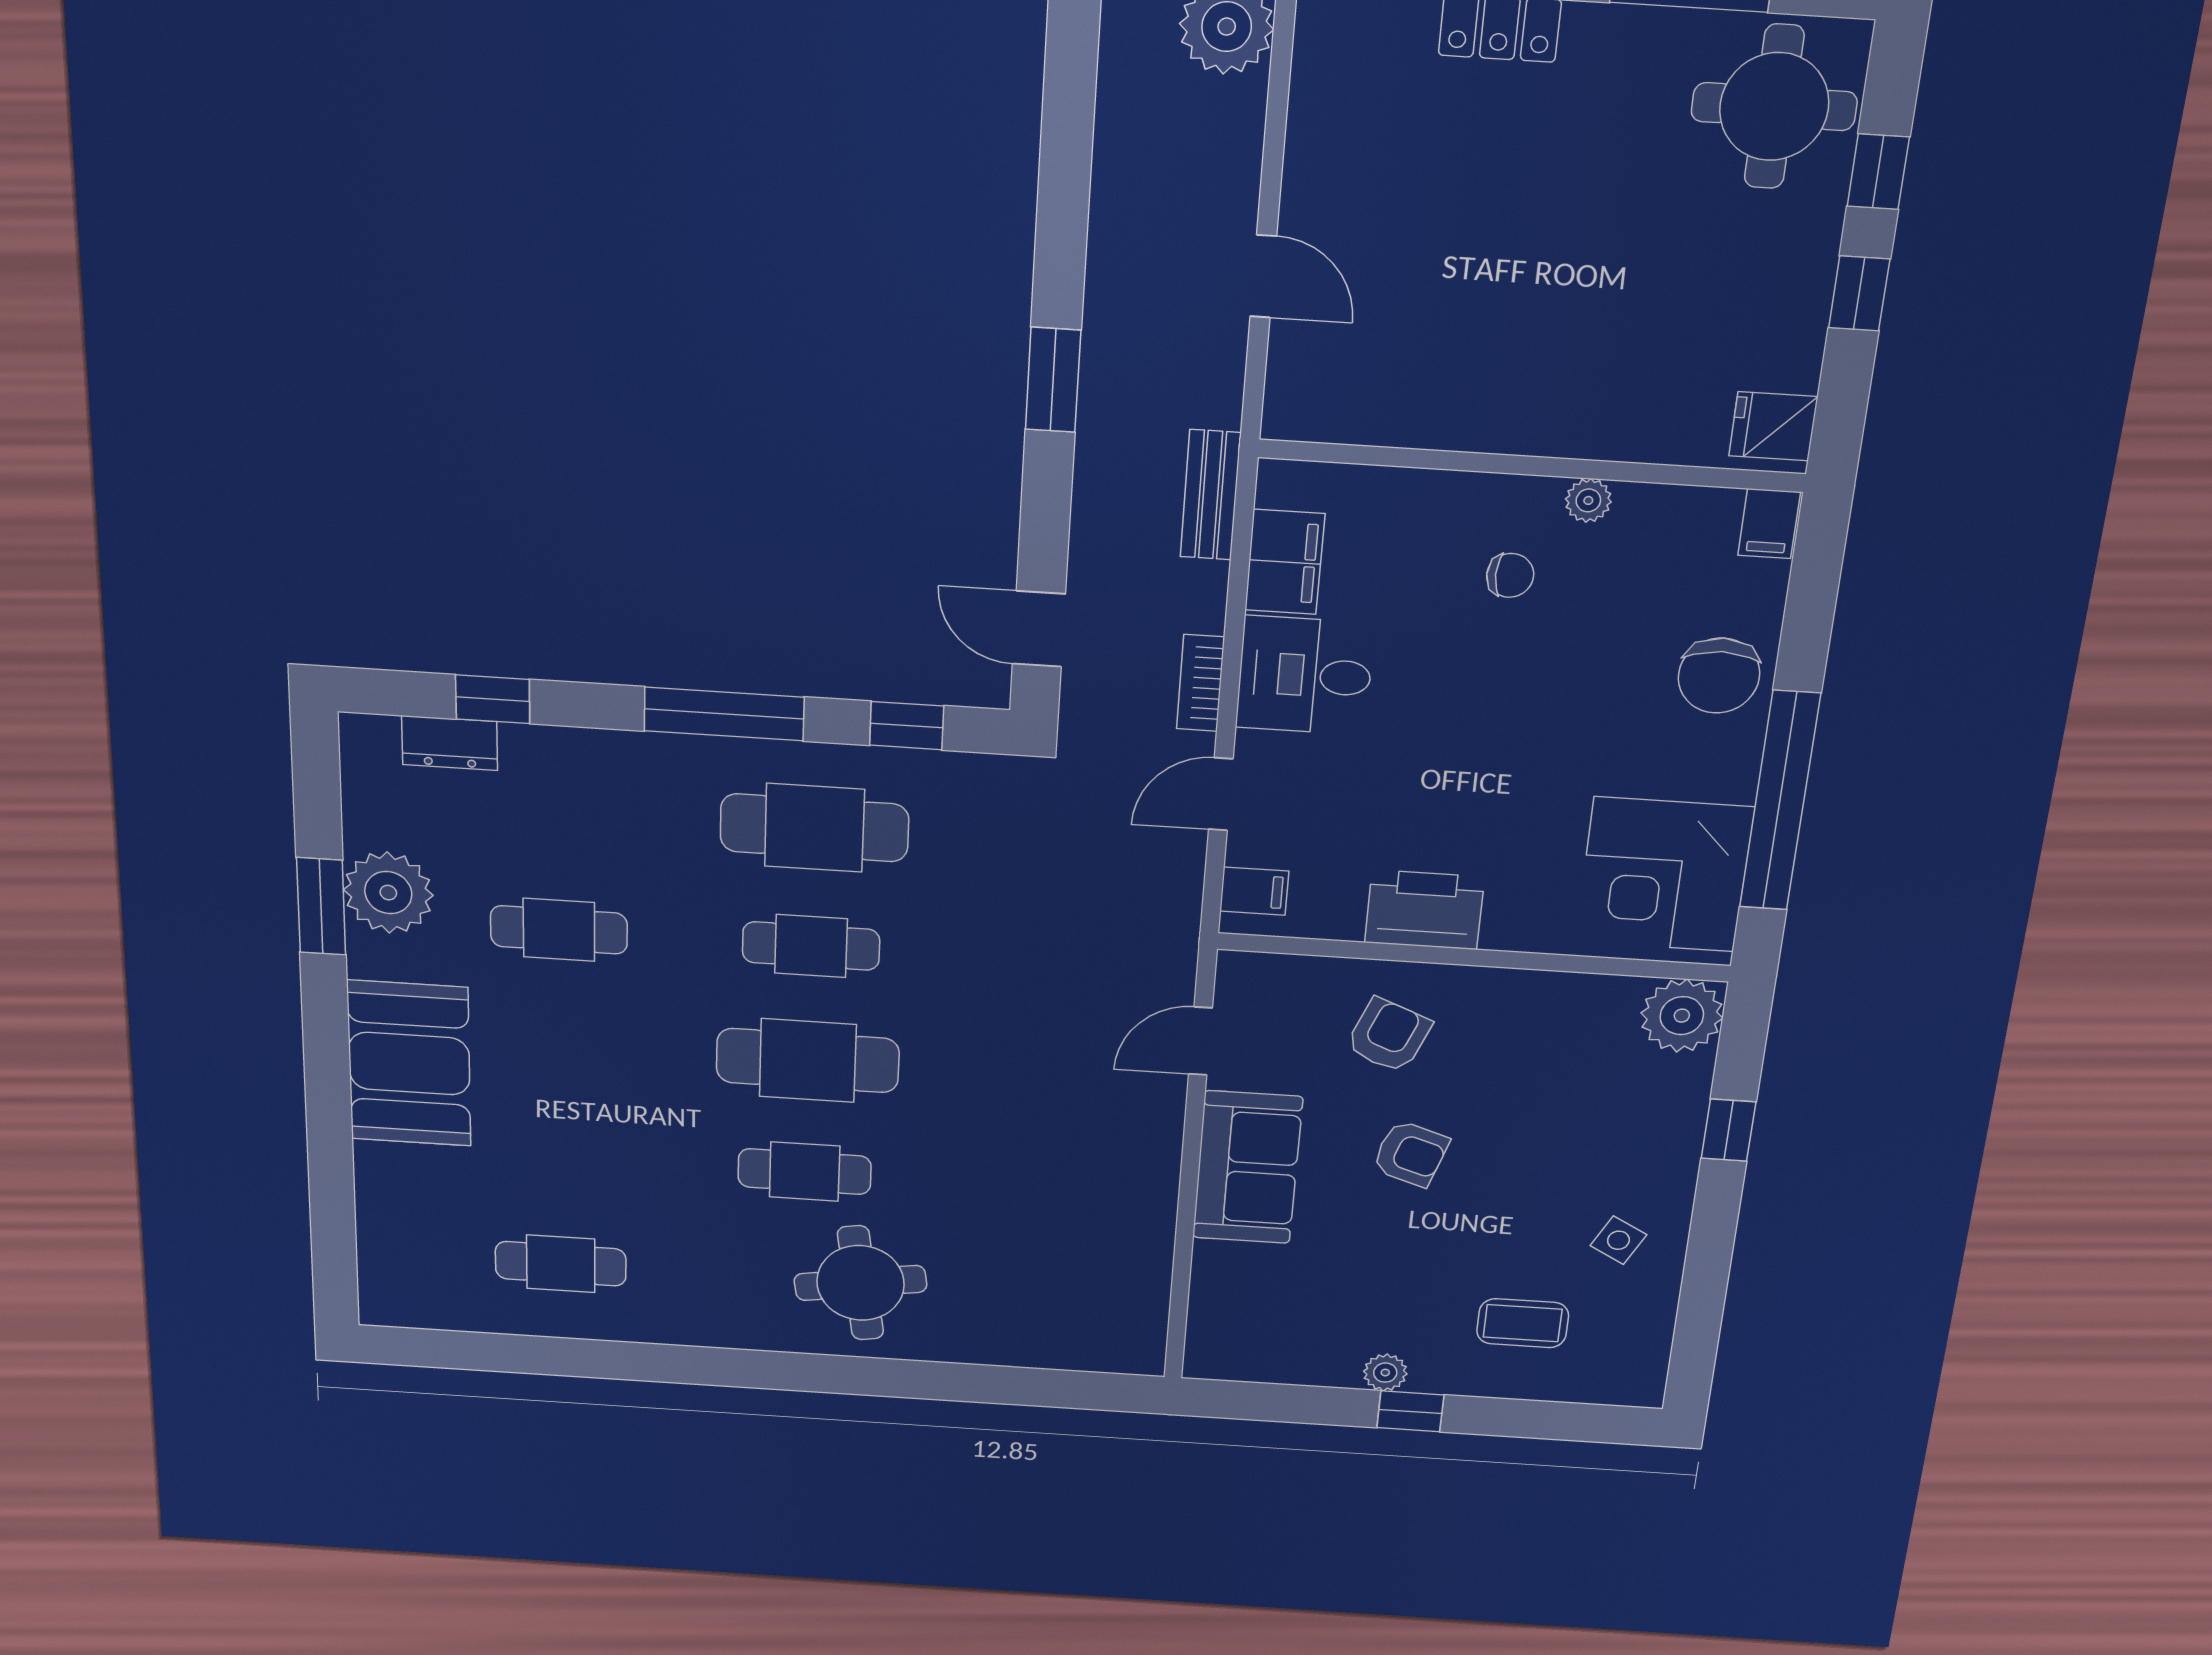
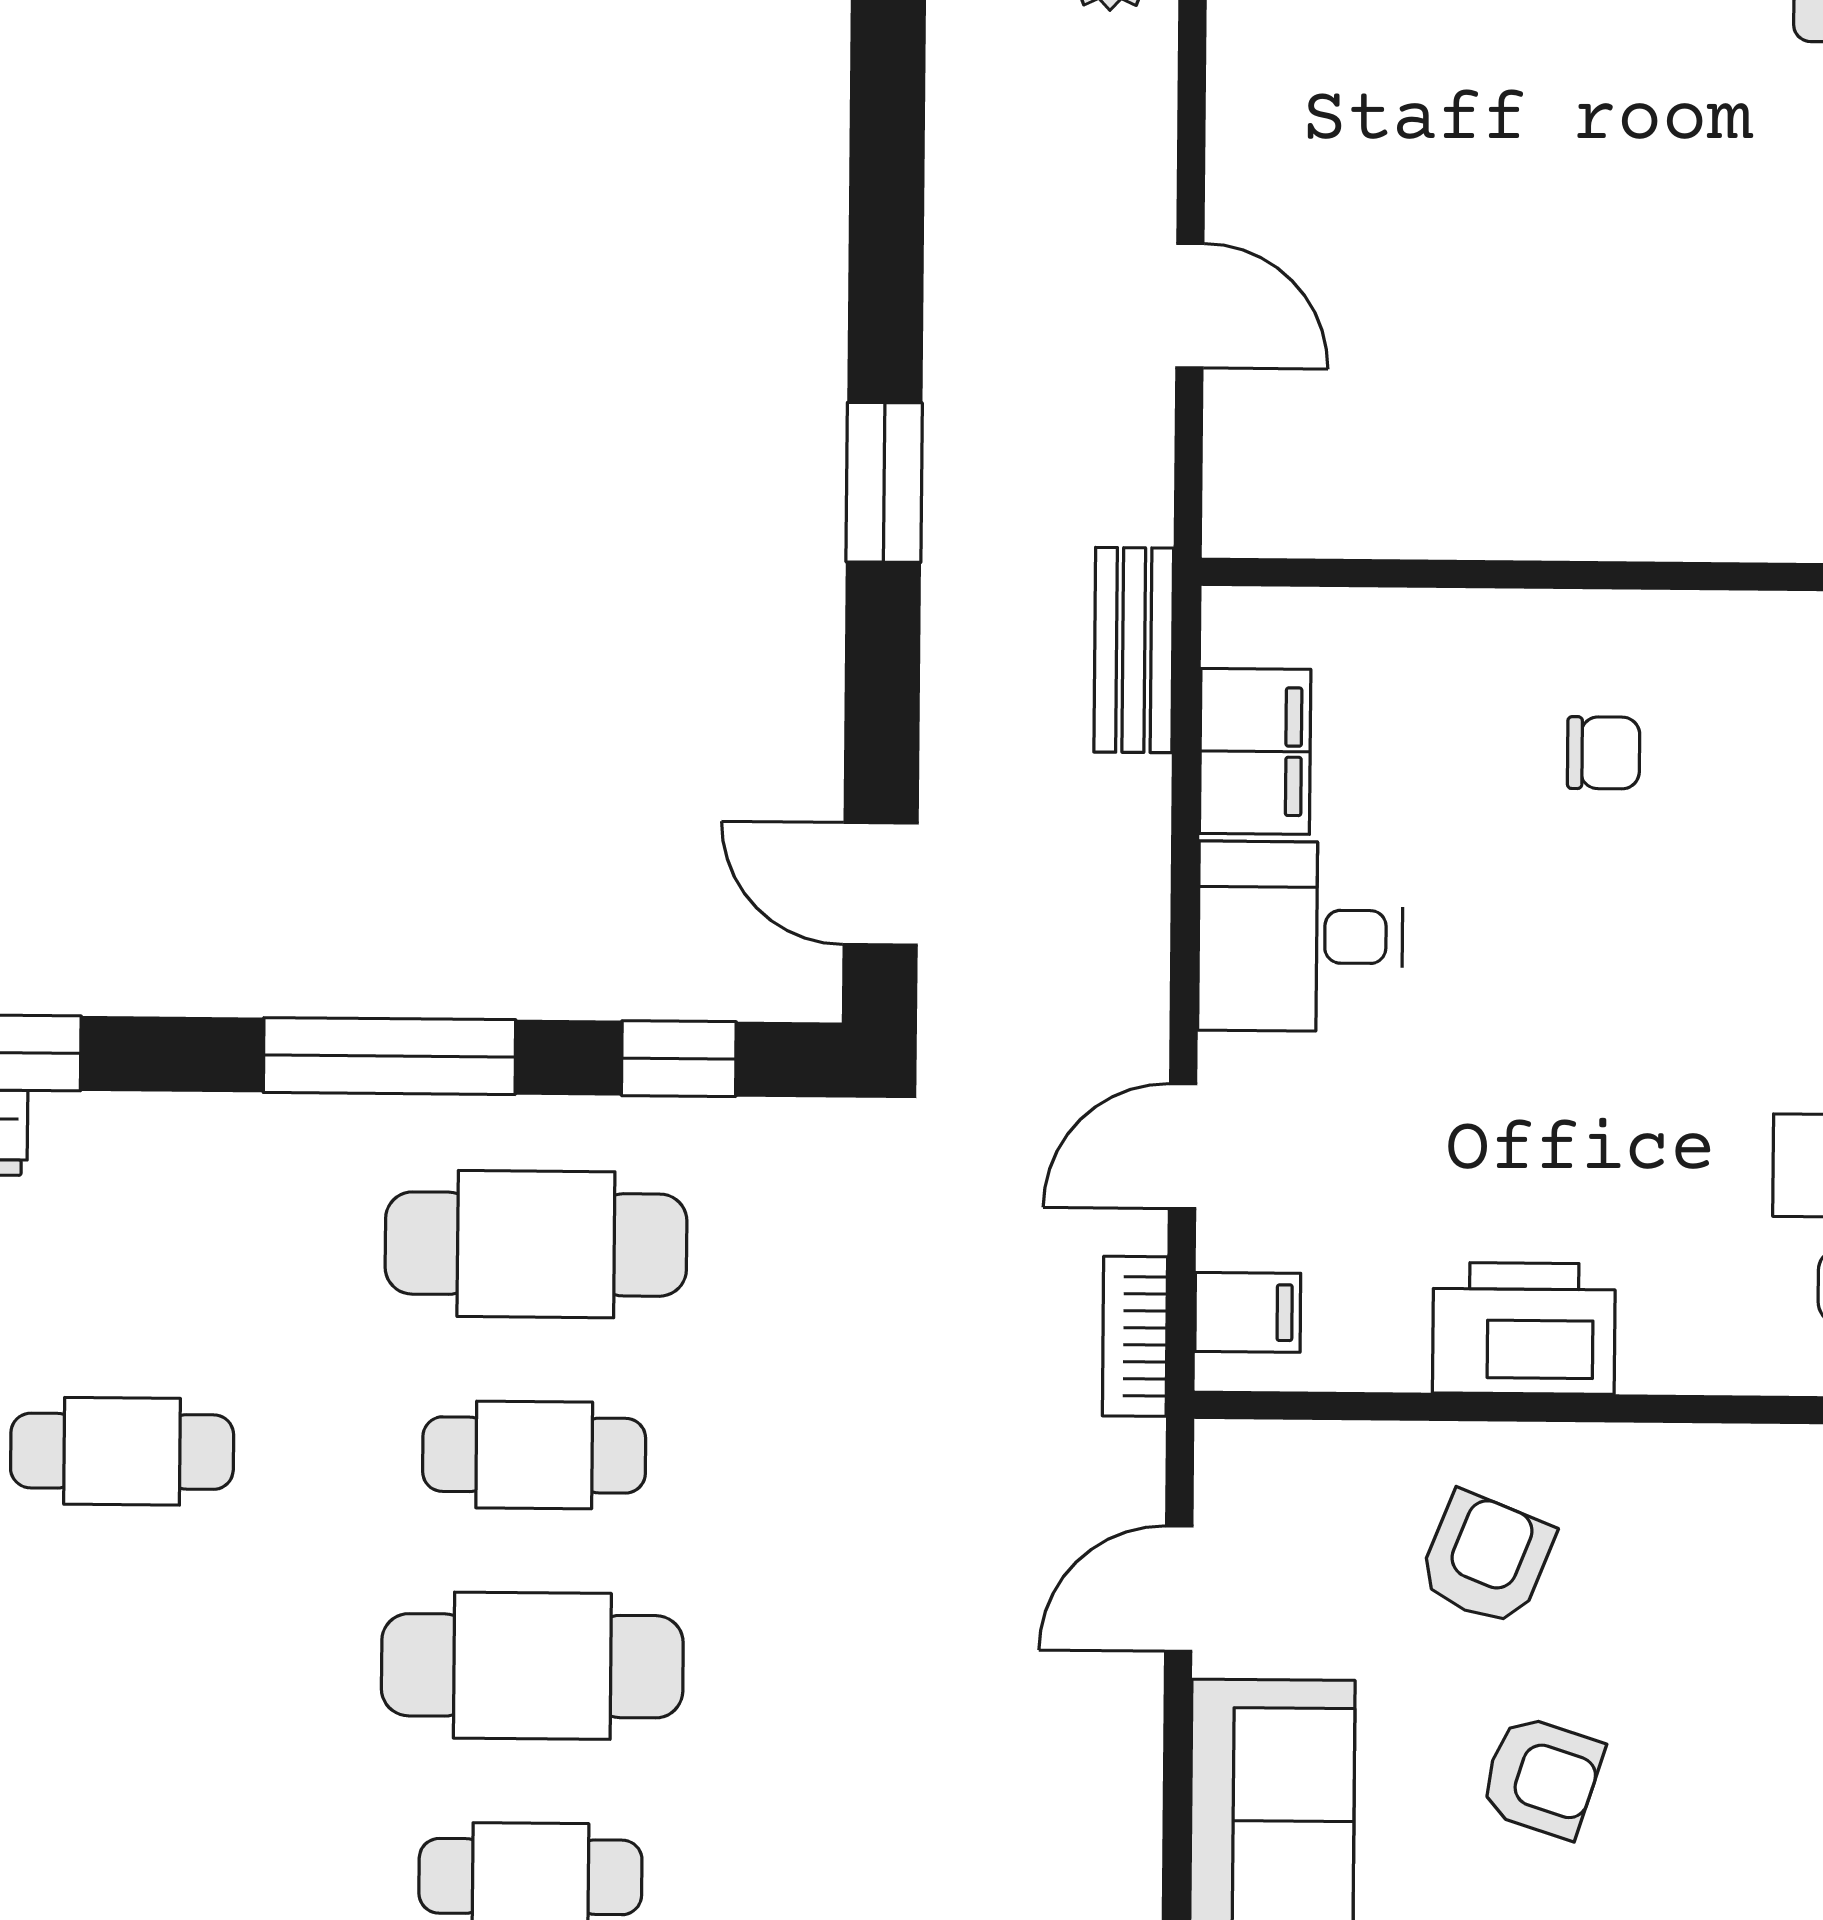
plant: (1588, 500) -> (1710, 626), removed
bookcase: (1201, 683) -> (1135, 1336), moved

